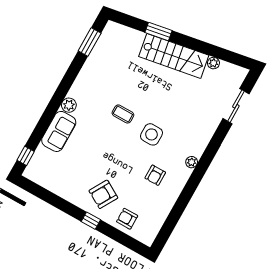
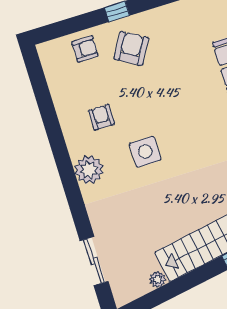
coffee table: (123, 114) -> (192, 143), removed
plant: (192, 162) -> (89, 170), width x1.88, depth x1.88

